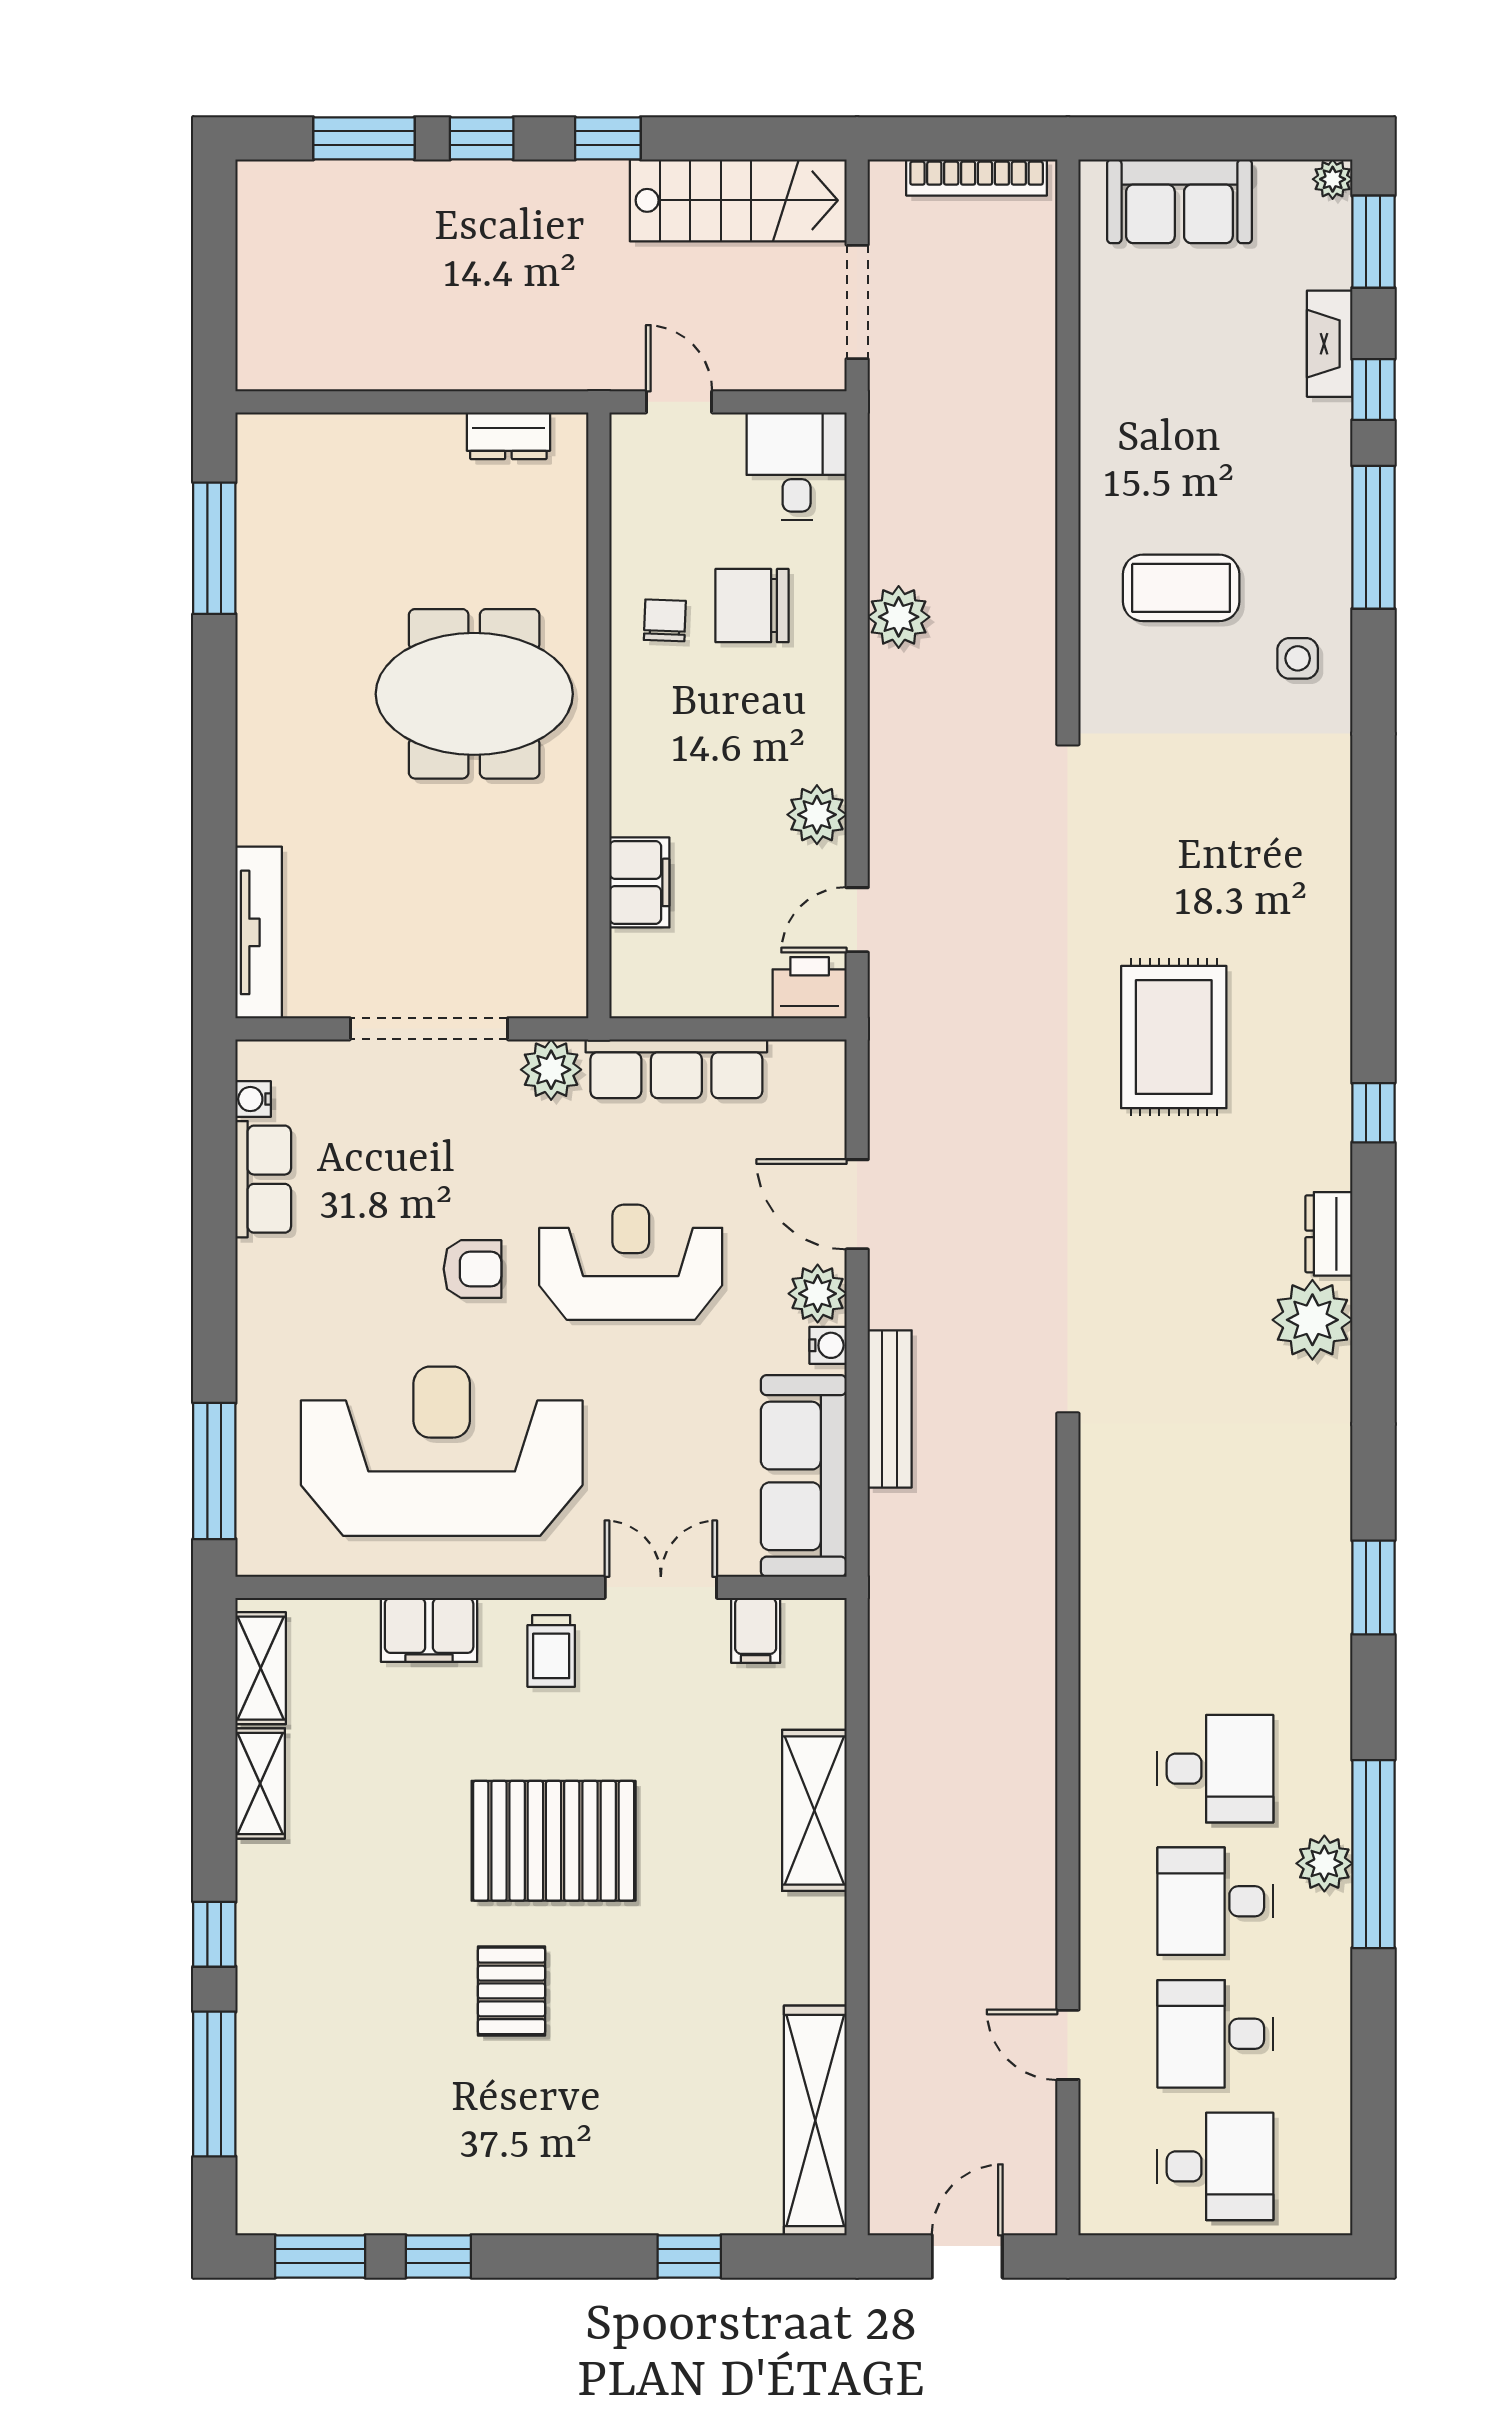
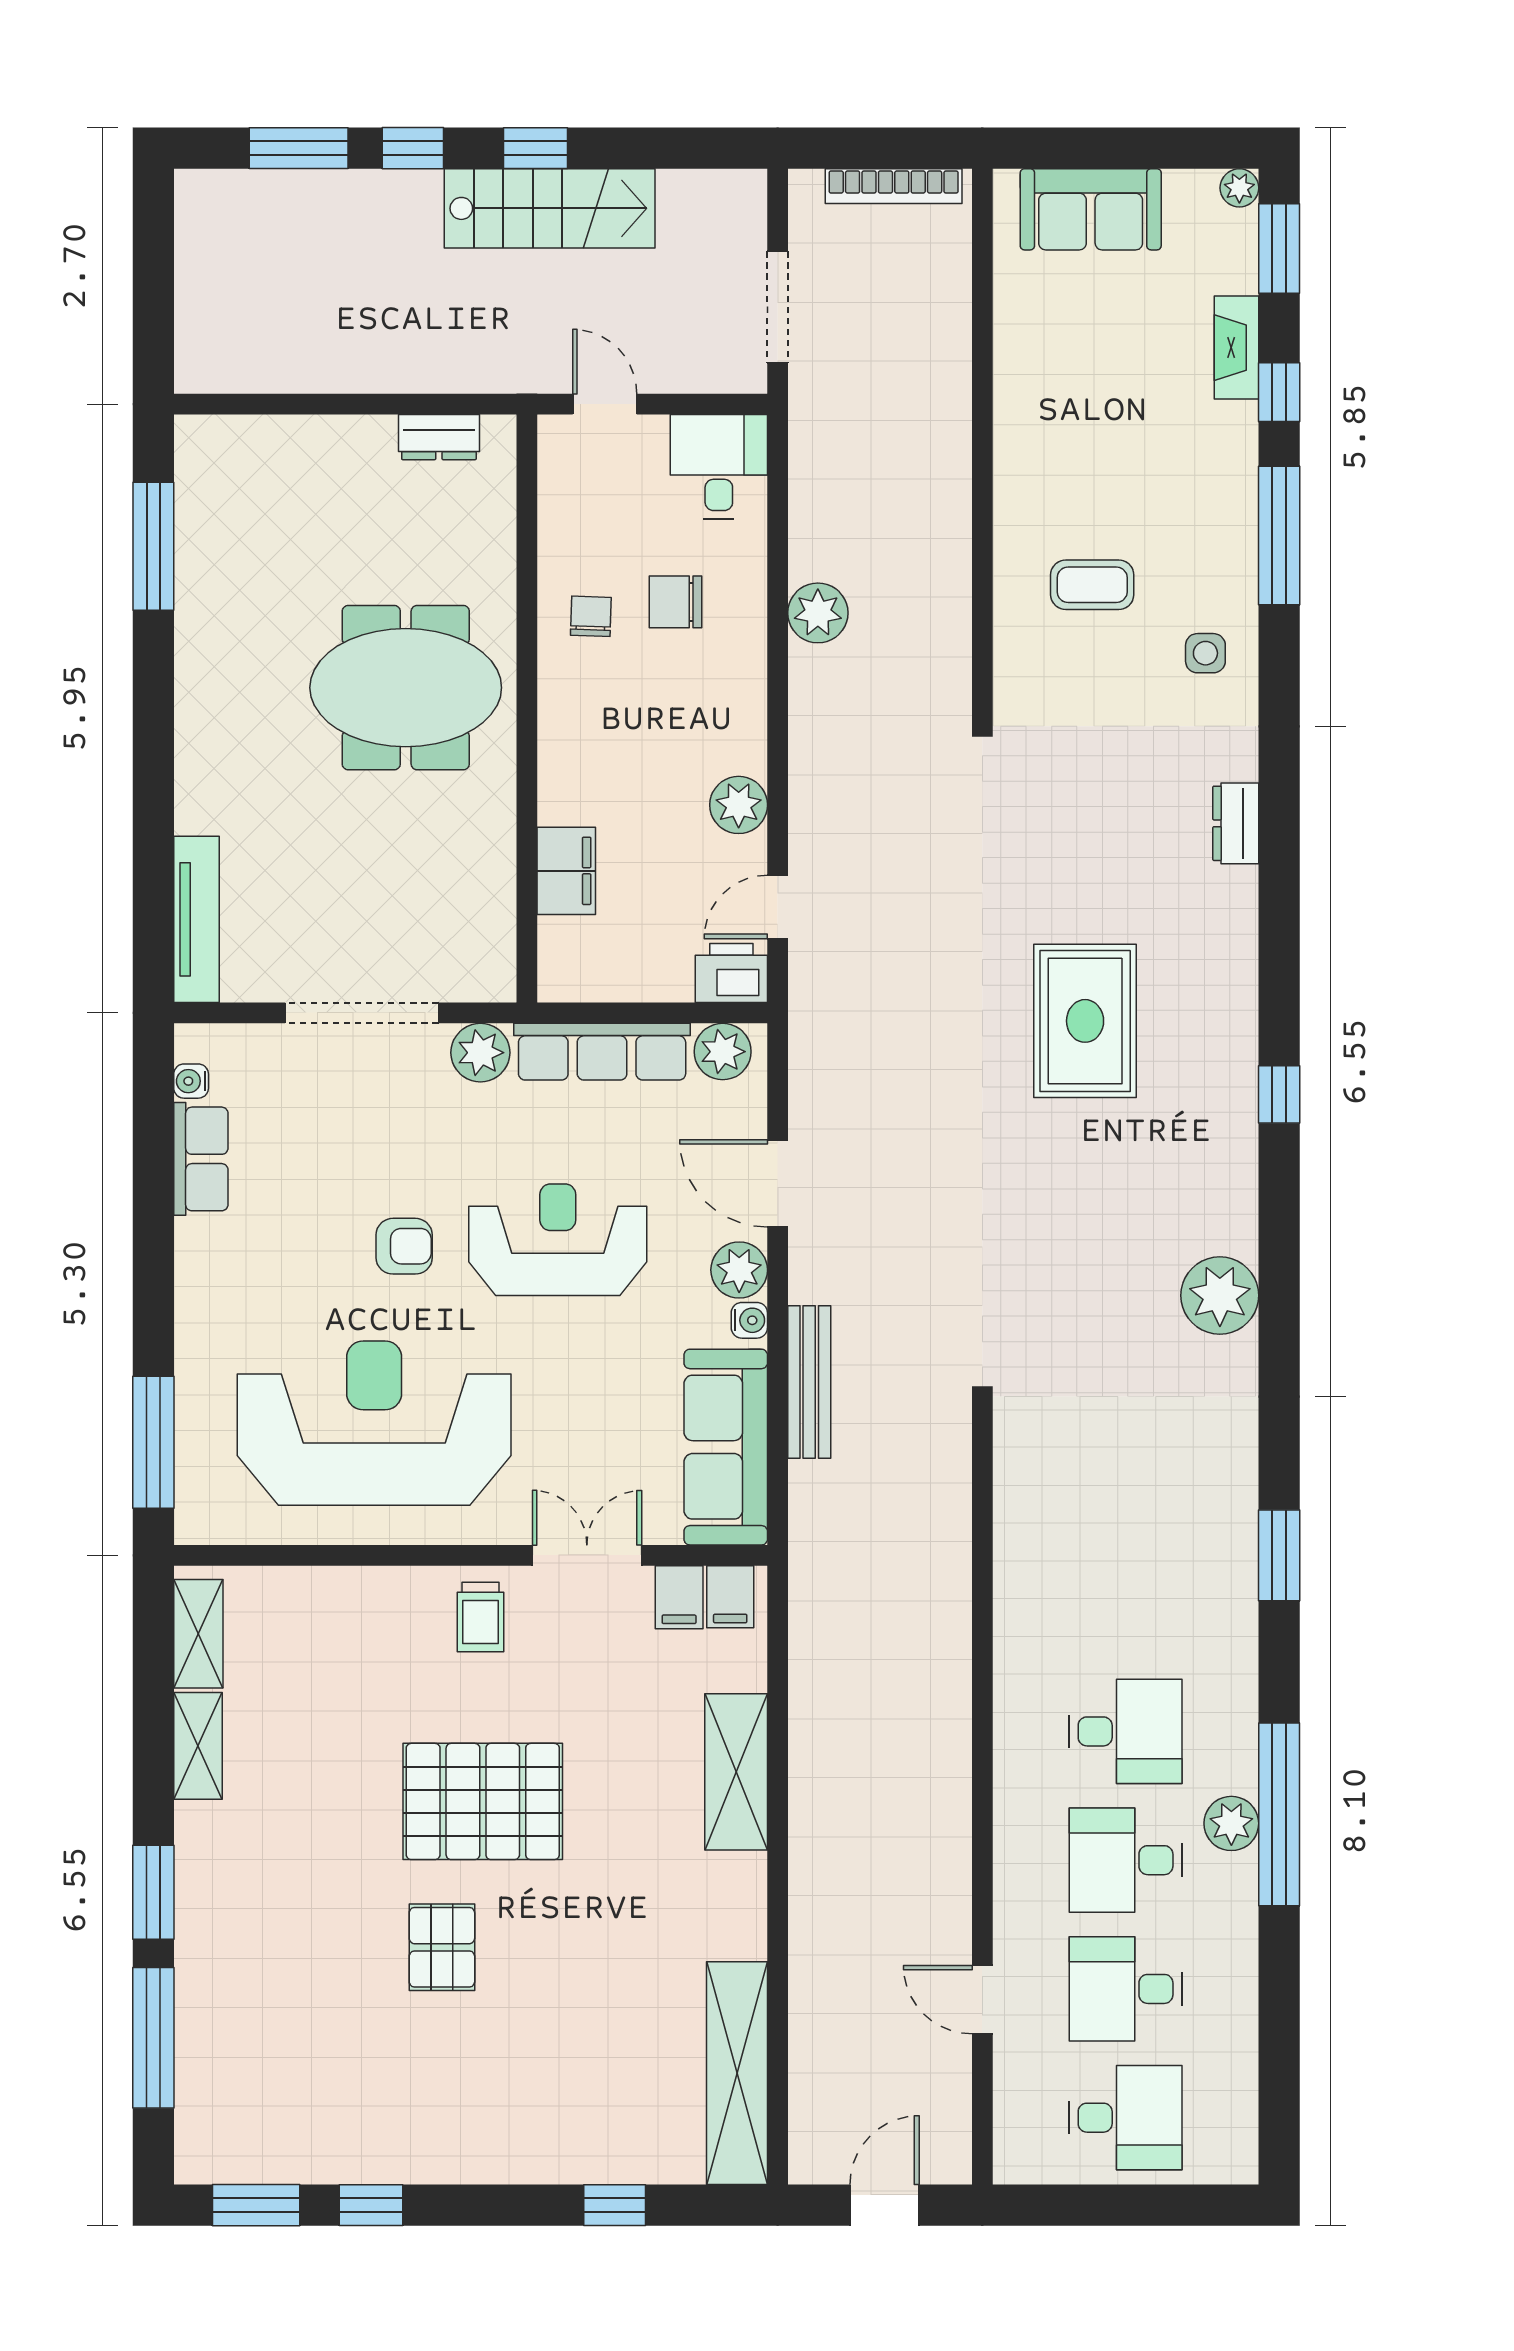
stairs: (738, 200) -> (550, 208), moved
coffee table: (1181, 588) -> (1092, 585), width x0.73, depth x0.77
chair: (752, 606) -> (676, 602), width x0.73, depth x0.73
plant: (801, 1069) -> (723, 1052), added
dresser: (1329, 1234) -> (1236, 823), moved
filing cabinet: (429, 1630) -> (730, 1597), moved, width x0.50
window: (214, 1934) -> (153, 1892), width x1.50

